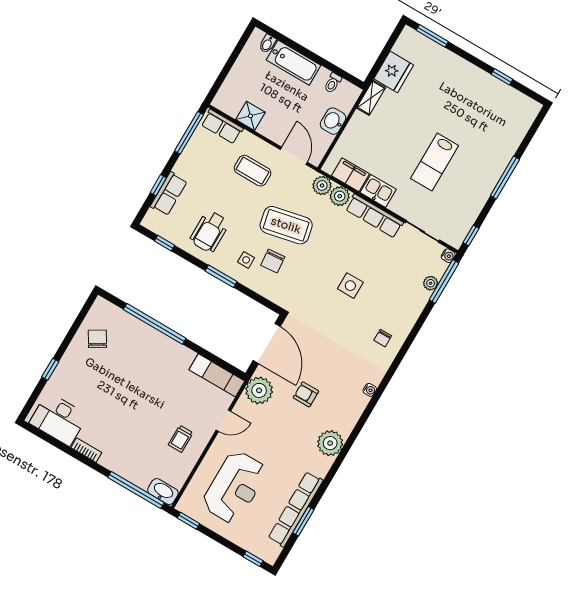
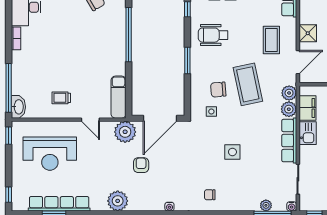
shower: (250, 116) -> (308, 33), moved
side table: (246, 260) -> (211, 112), moved

